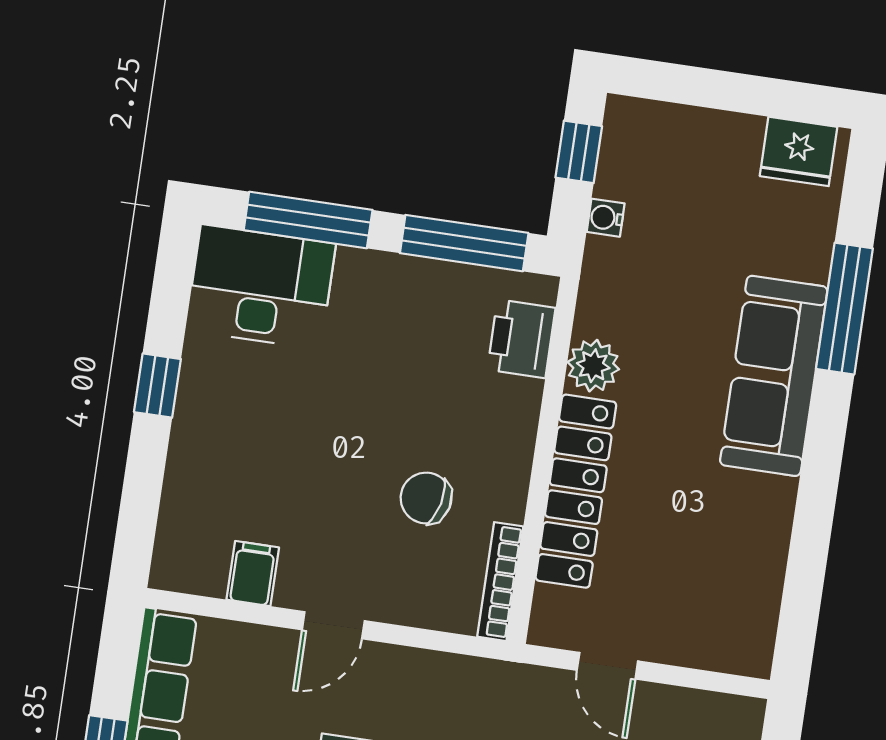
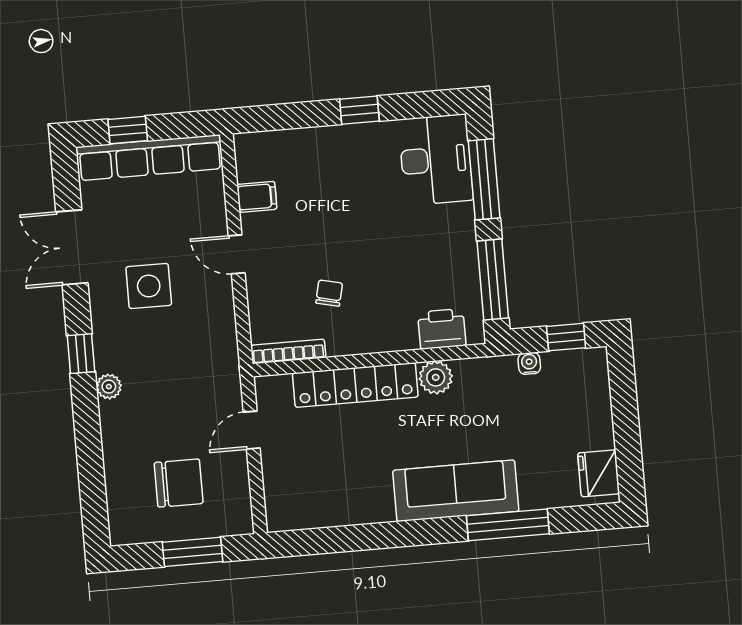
chair: (426, 498) -> (329, 293), width x0.73, depth x0.73

